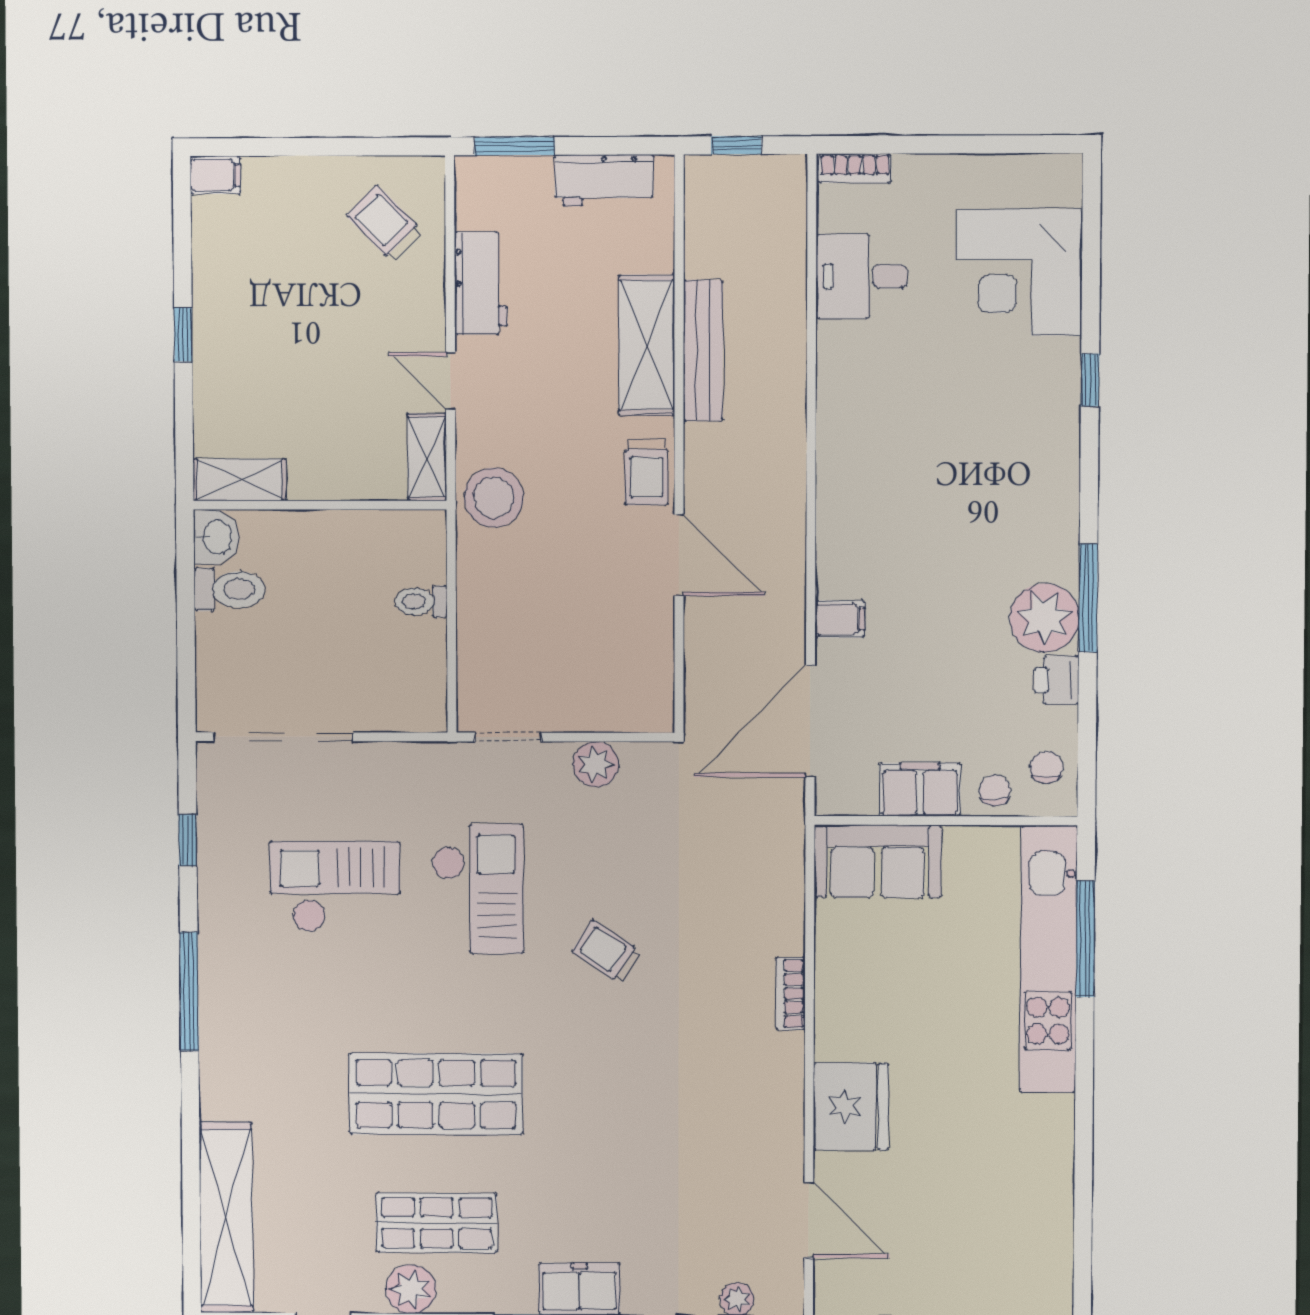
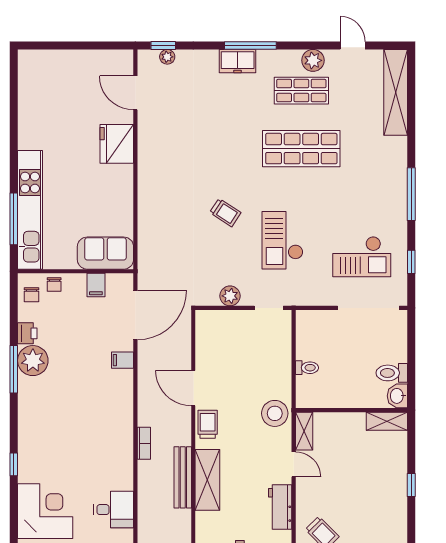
filing cabinet: (920, 790) -> (96, 285), width x0.50
checkout: (335, 887) -> (362, 257), moved
bookcase: (790, 994) -> (144, 443), moved

